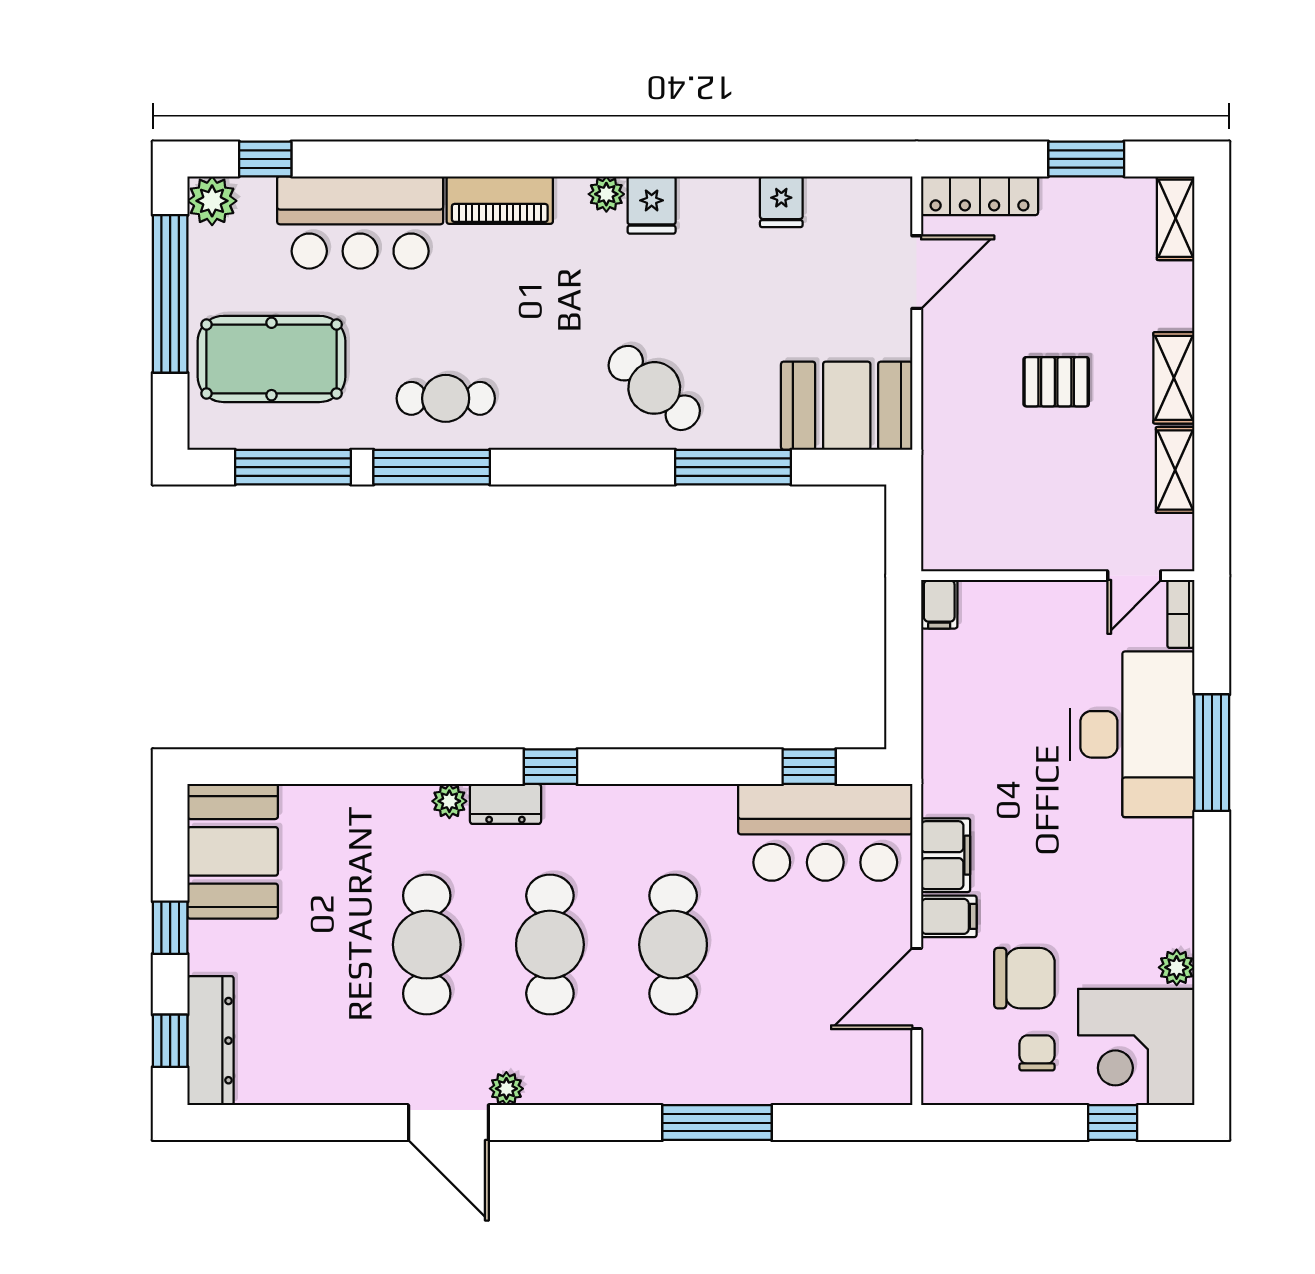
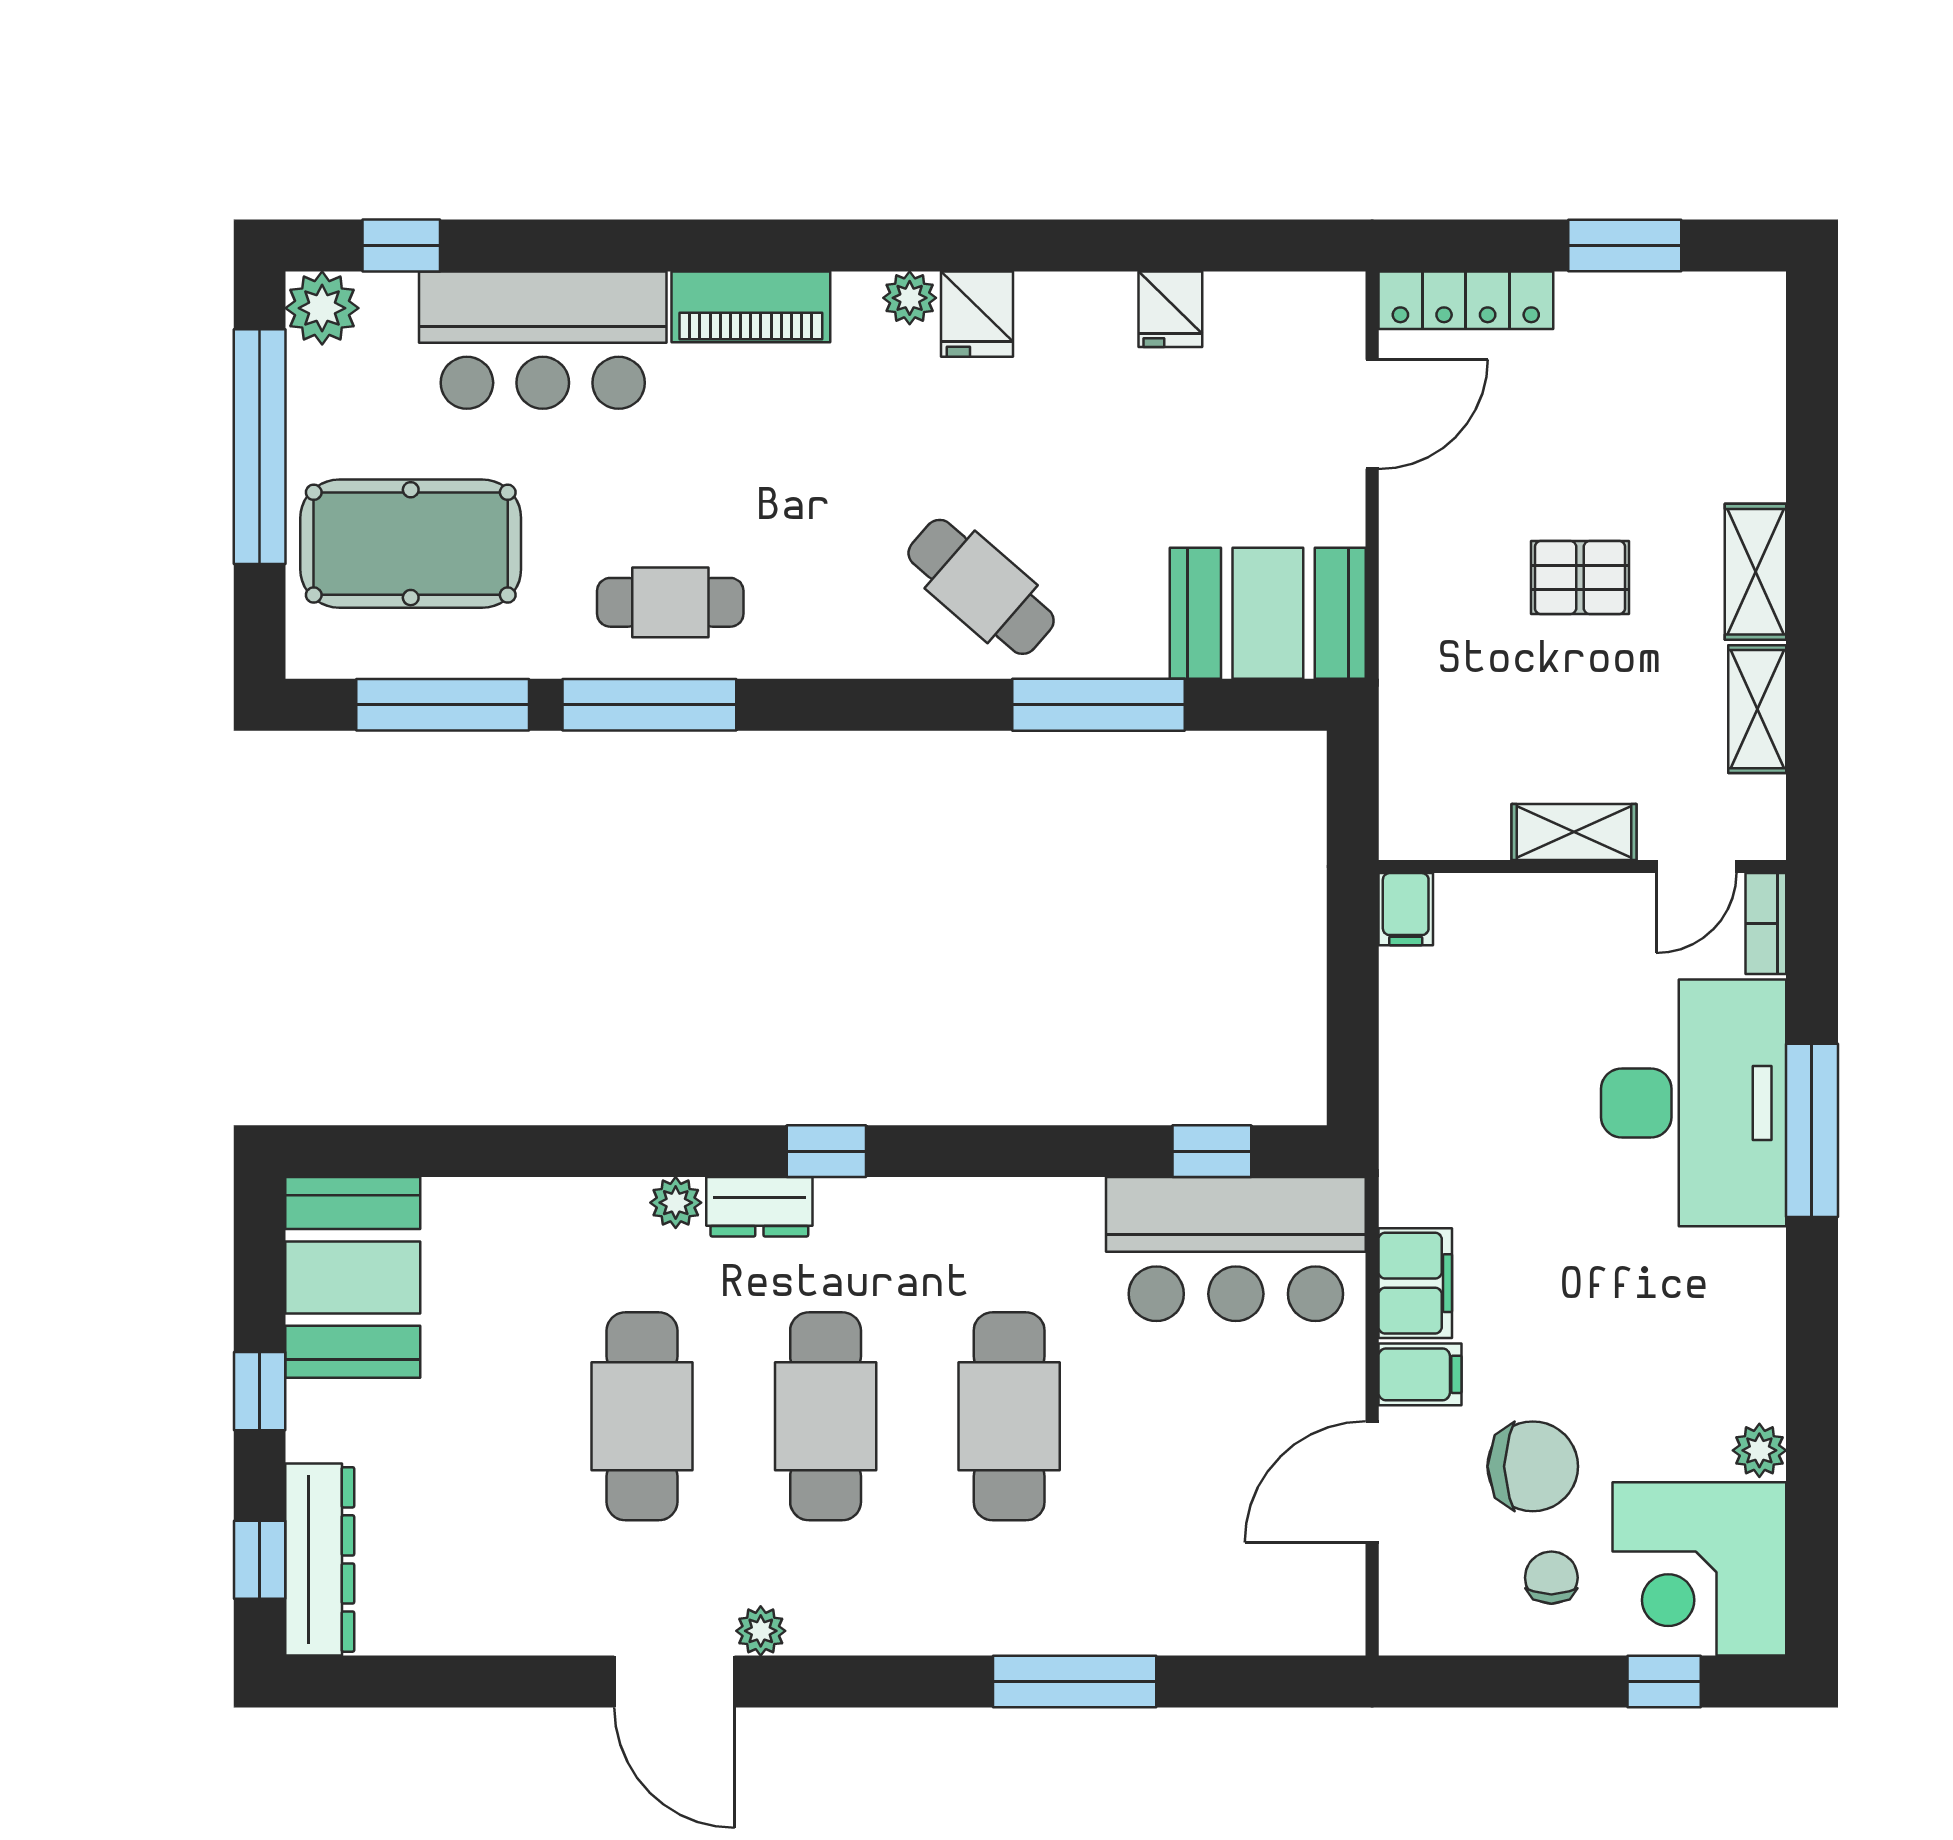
shelving: (1176, 218) -> (1574, 832), moved, turned 90

